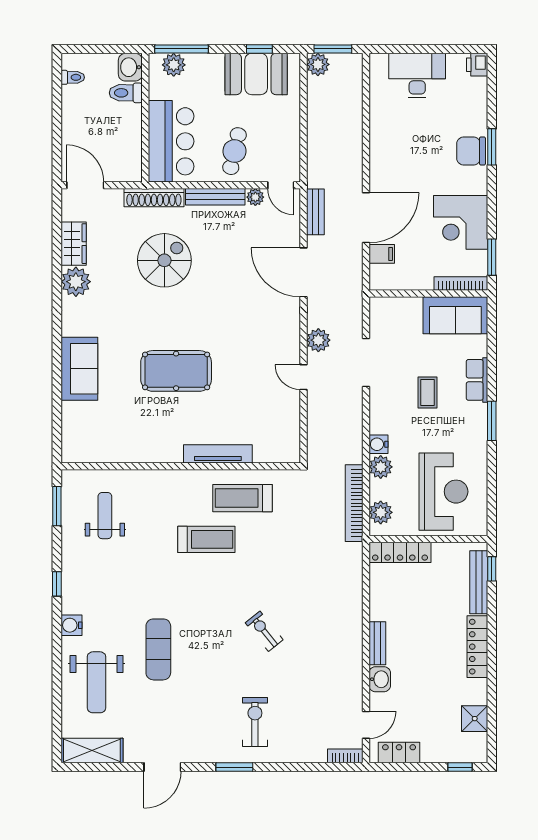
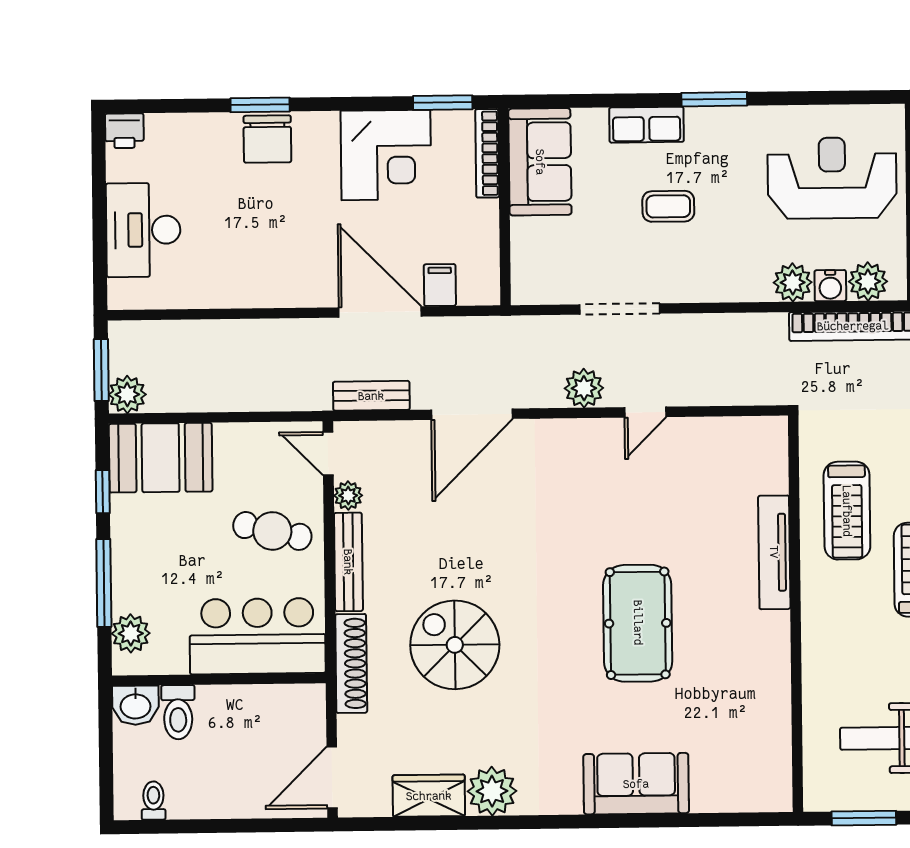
window: (182, 49) -> (104, 583), moved
booth: (256, 74) -> (161, 458), moved, turned 90
door: (281, 185) -> (328, 454), swing flipped
water cooler: (378, 444) -> (830, 286), moved

